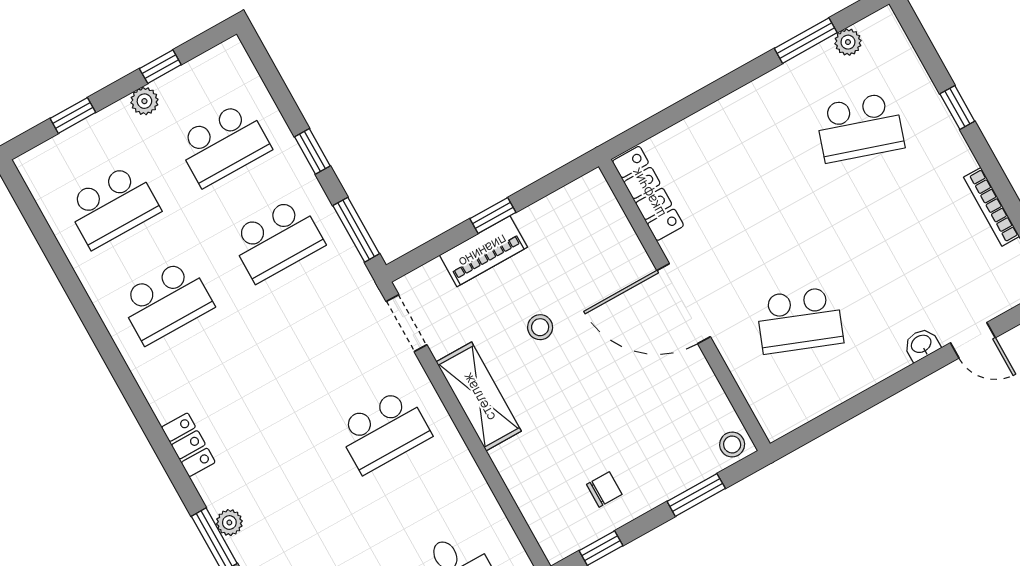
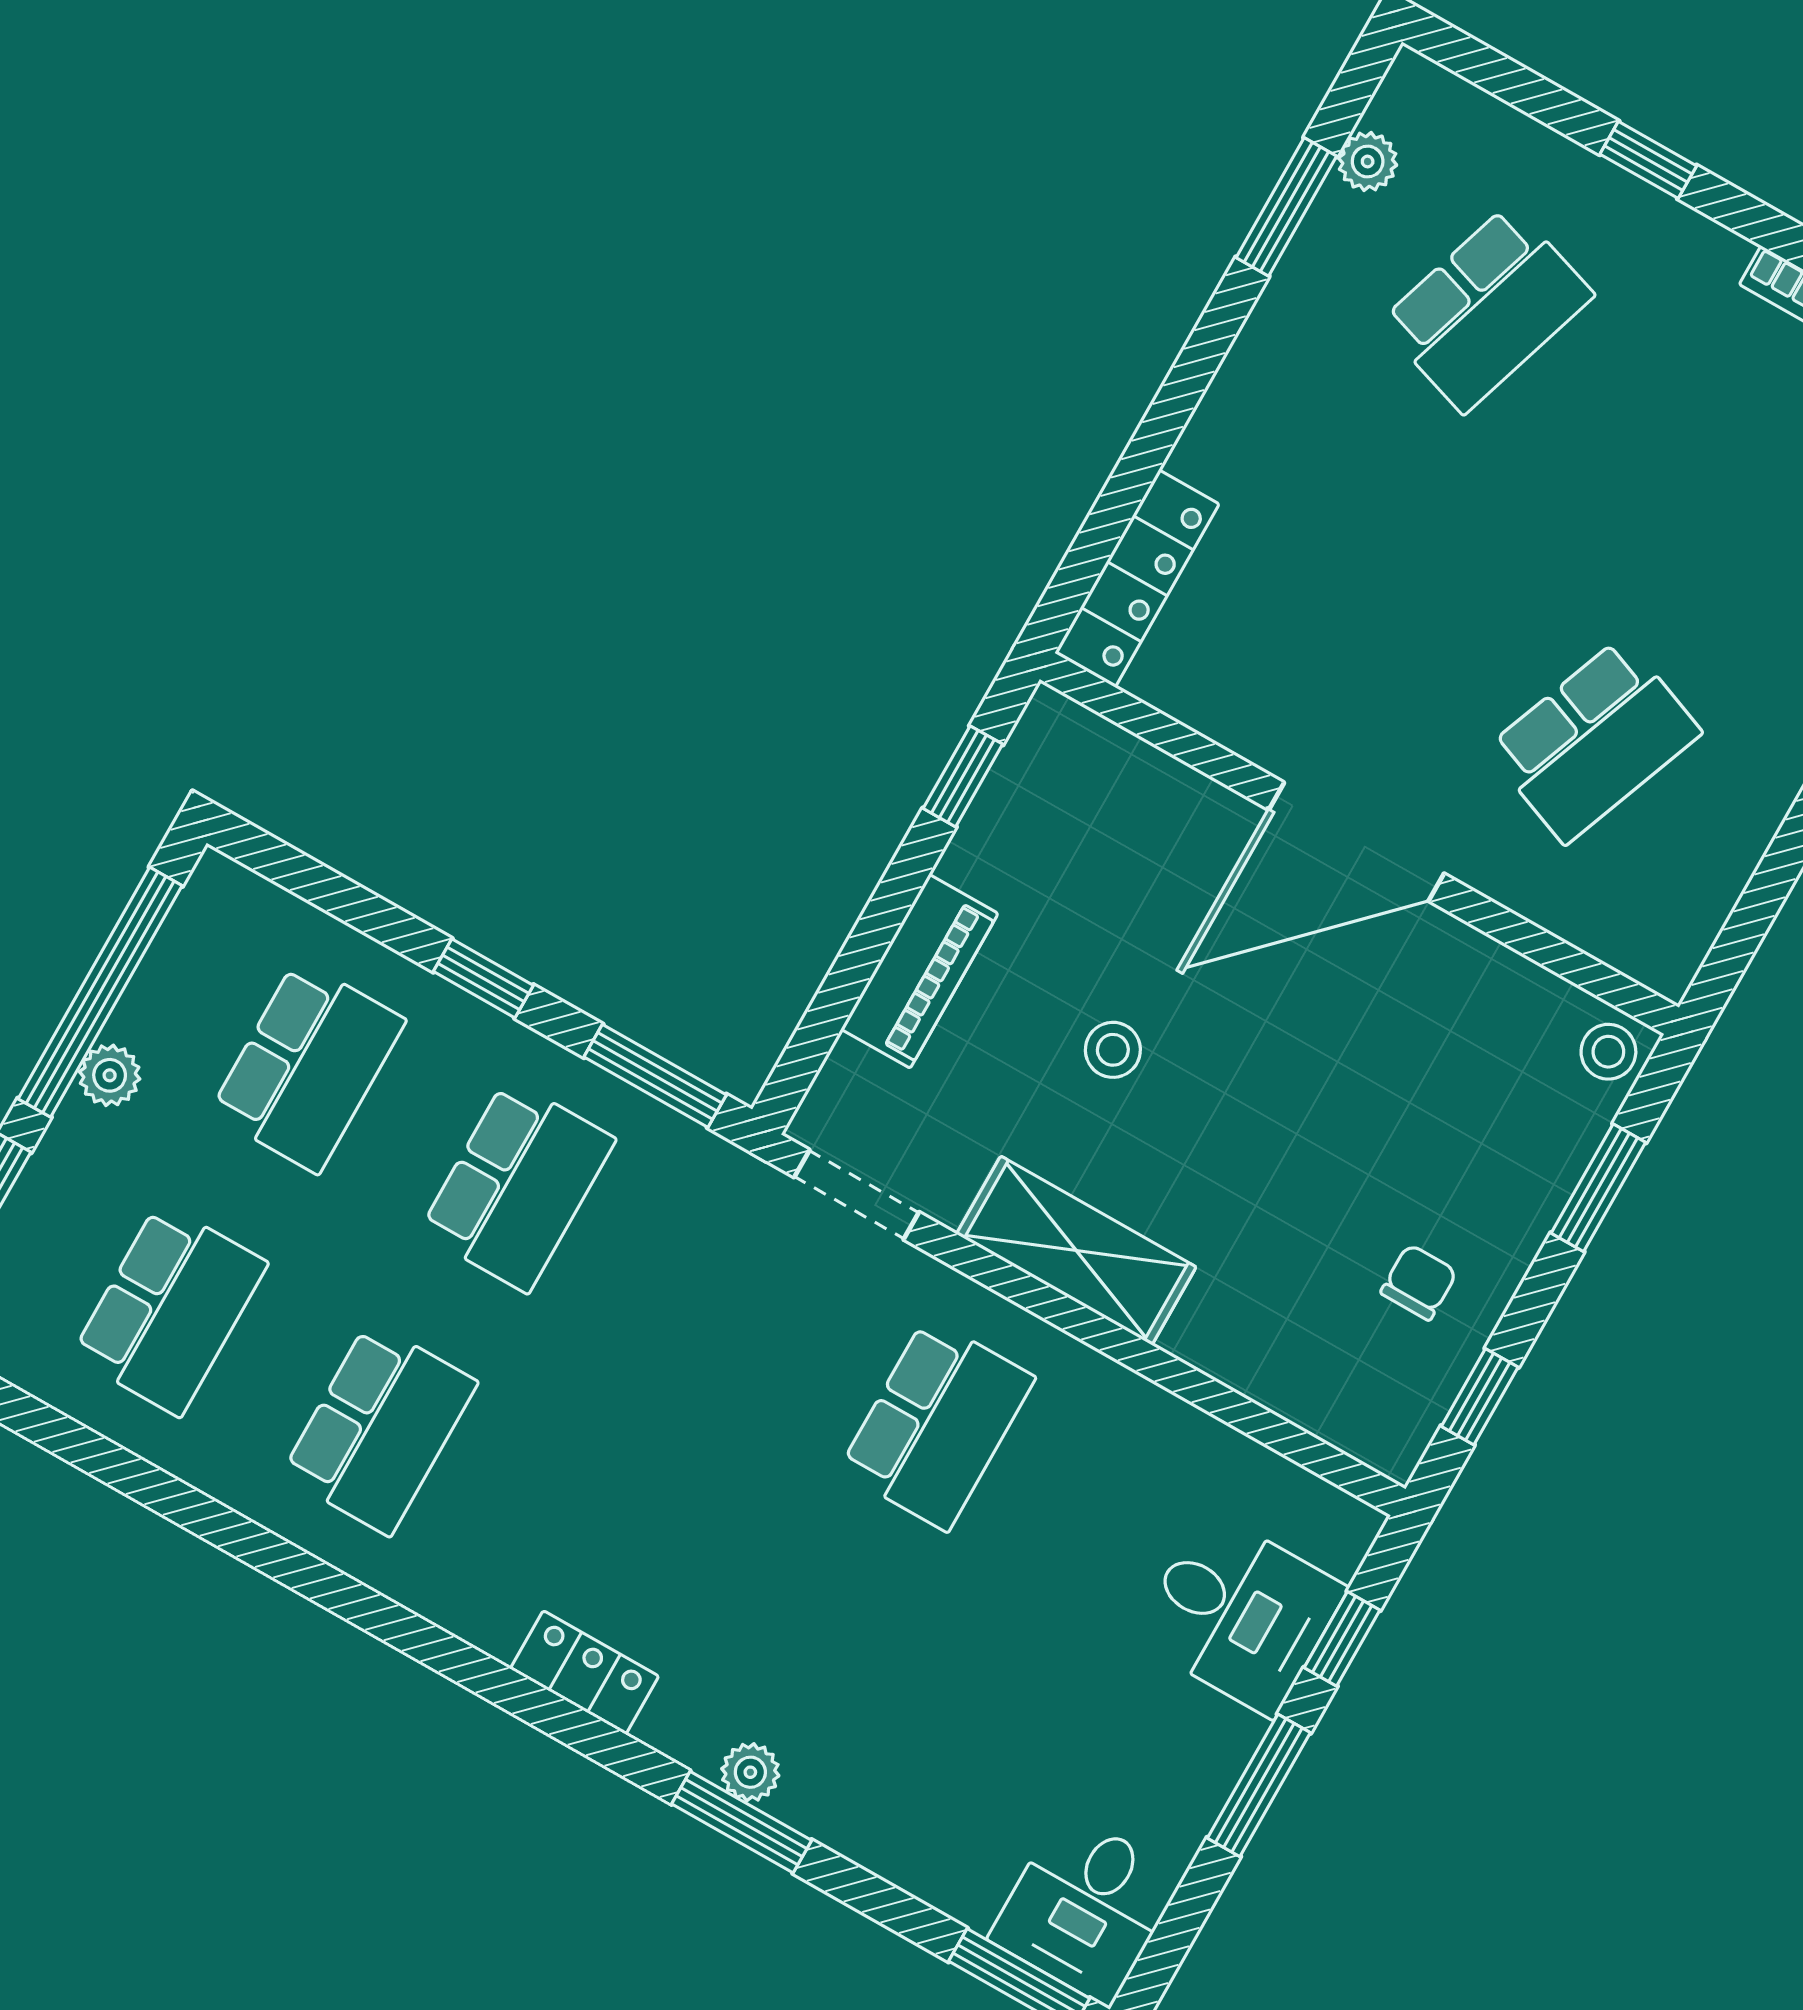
window: (160, 67) -> (100, 992), width x3.17
locker: (648, 193) -> (1137, 579), moved, turned 90
window: (493, 215) -> (963, 776), moved

